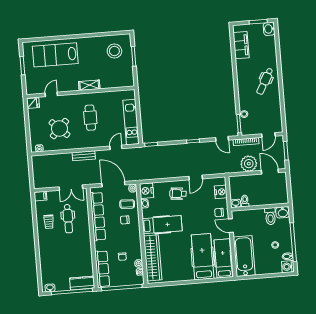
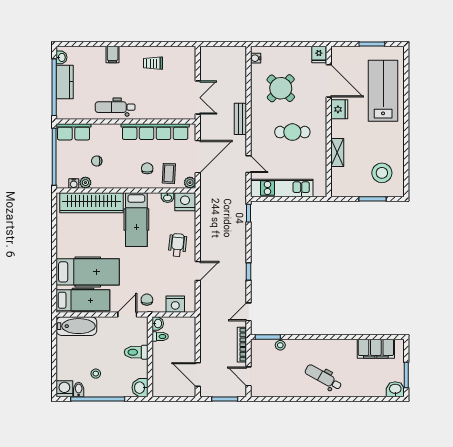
fridge: (71, 85) -> (339, 109), added
shelving: (89, 85) -> (337, 152), moved
door: (51, 94) -> (329, 81), width x1.88
plant: (249, 164) -> (211, 346), removed
door: (270, 172) -> (198, 374), swing flipped
door: (196, 178) -> (198, 271), swing flipped
double door: (71, 188) -> (198, 98), swing flipped
filing cabinet: (40, 196) -> (113, 54), moved
toilet: (270, 216) -> (136, 352), moved
dental chair: (68, 219) -> (115, 107), moved
bathtub: (244, 256) -> (76, 326), width x0.73, depth x0.73
row of seats: (102, 269) -> (74, 132), width x0.68
kitchen counter: (82, 283) -> (65, 82), moved

